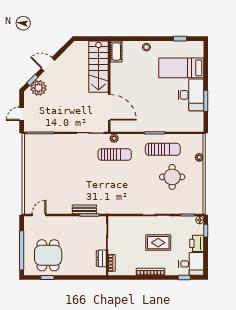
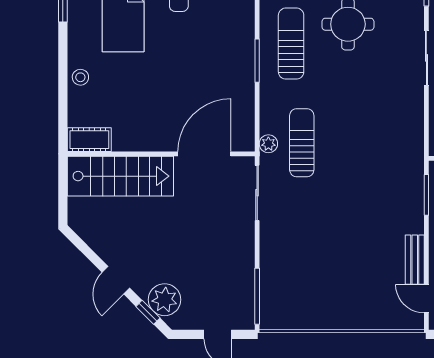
bench: (84, 209) -> (415, 260), moved

